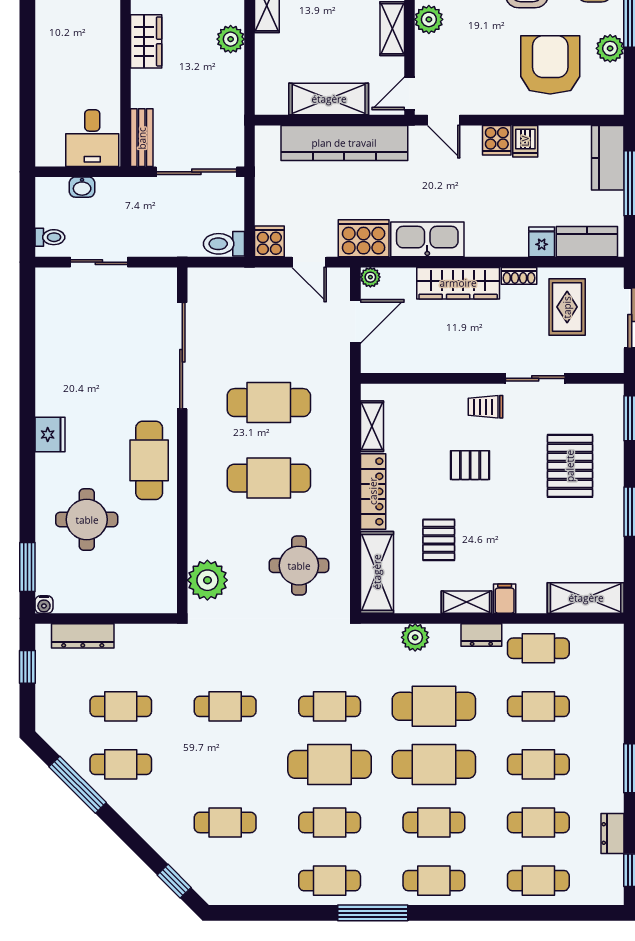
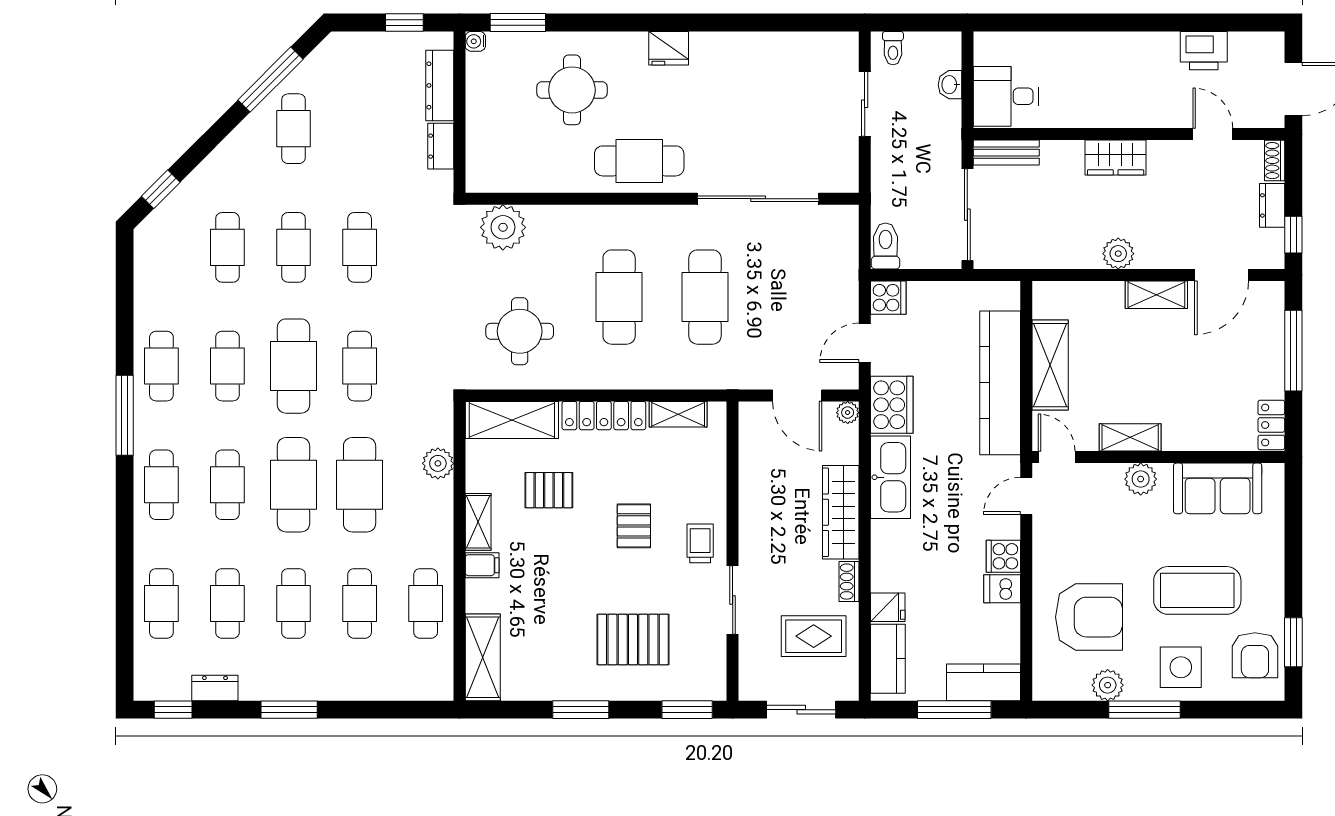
dresser: (481, 635) -> (441, 146), moved
cafe table: (121, 706) -> (294, 247), moved

